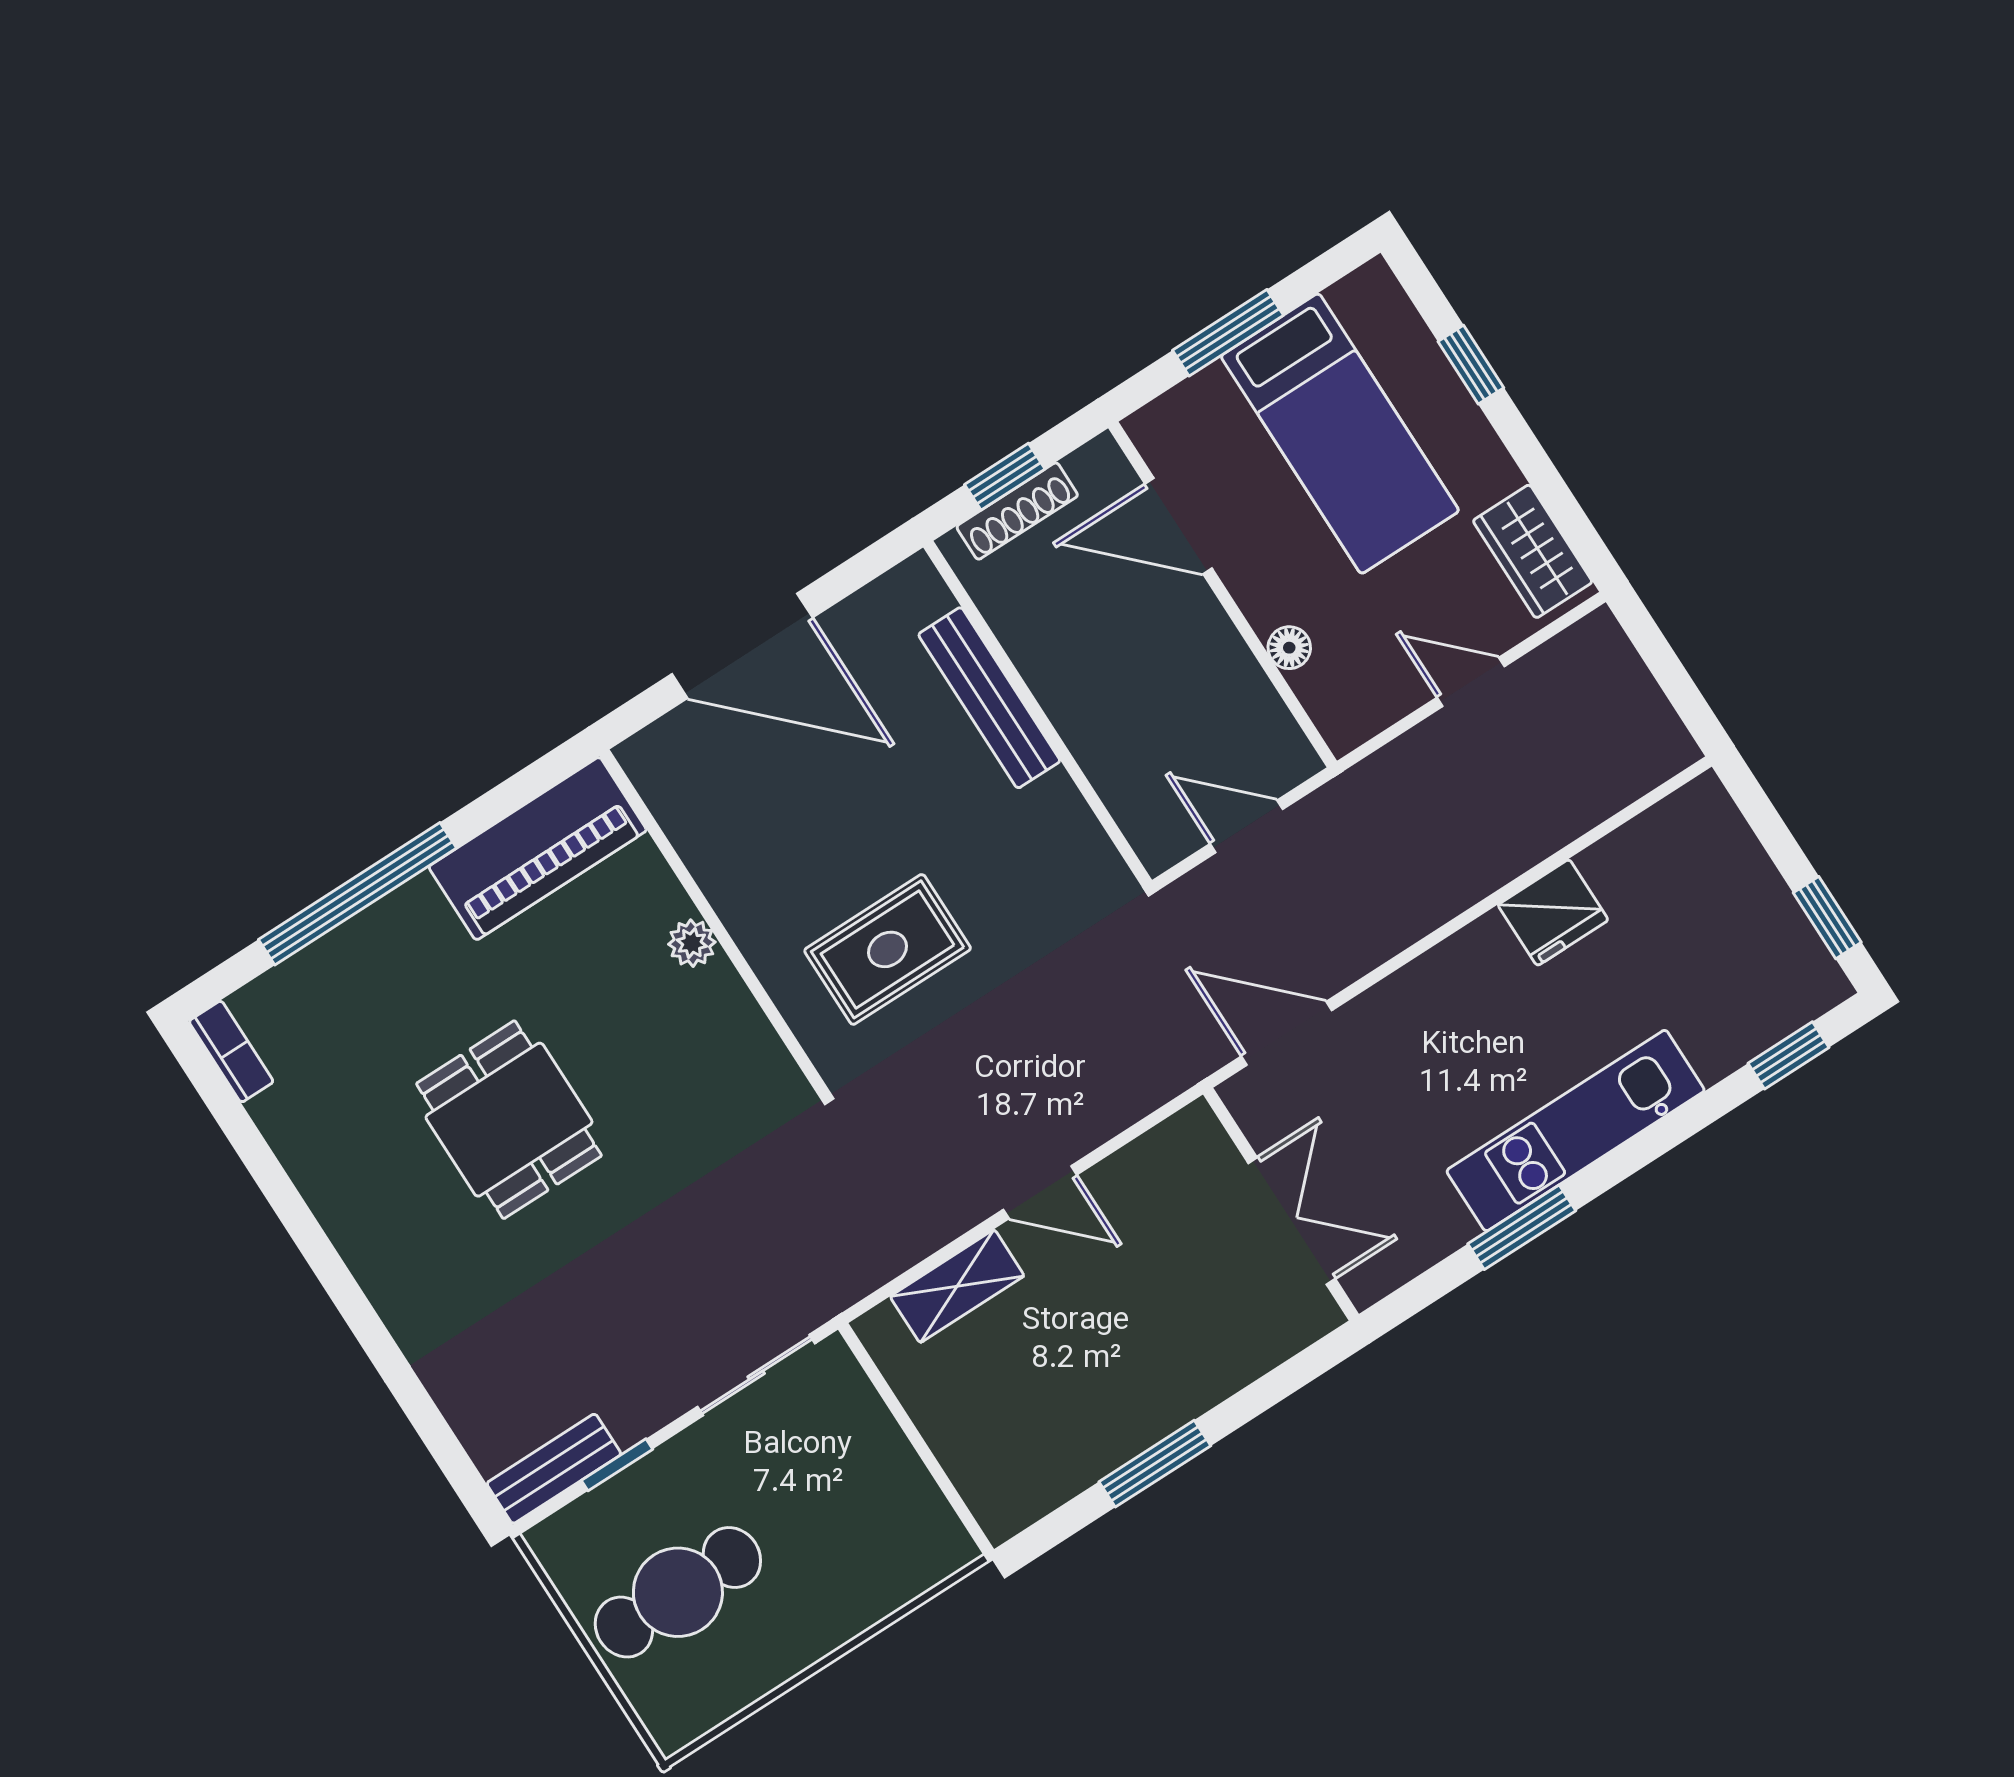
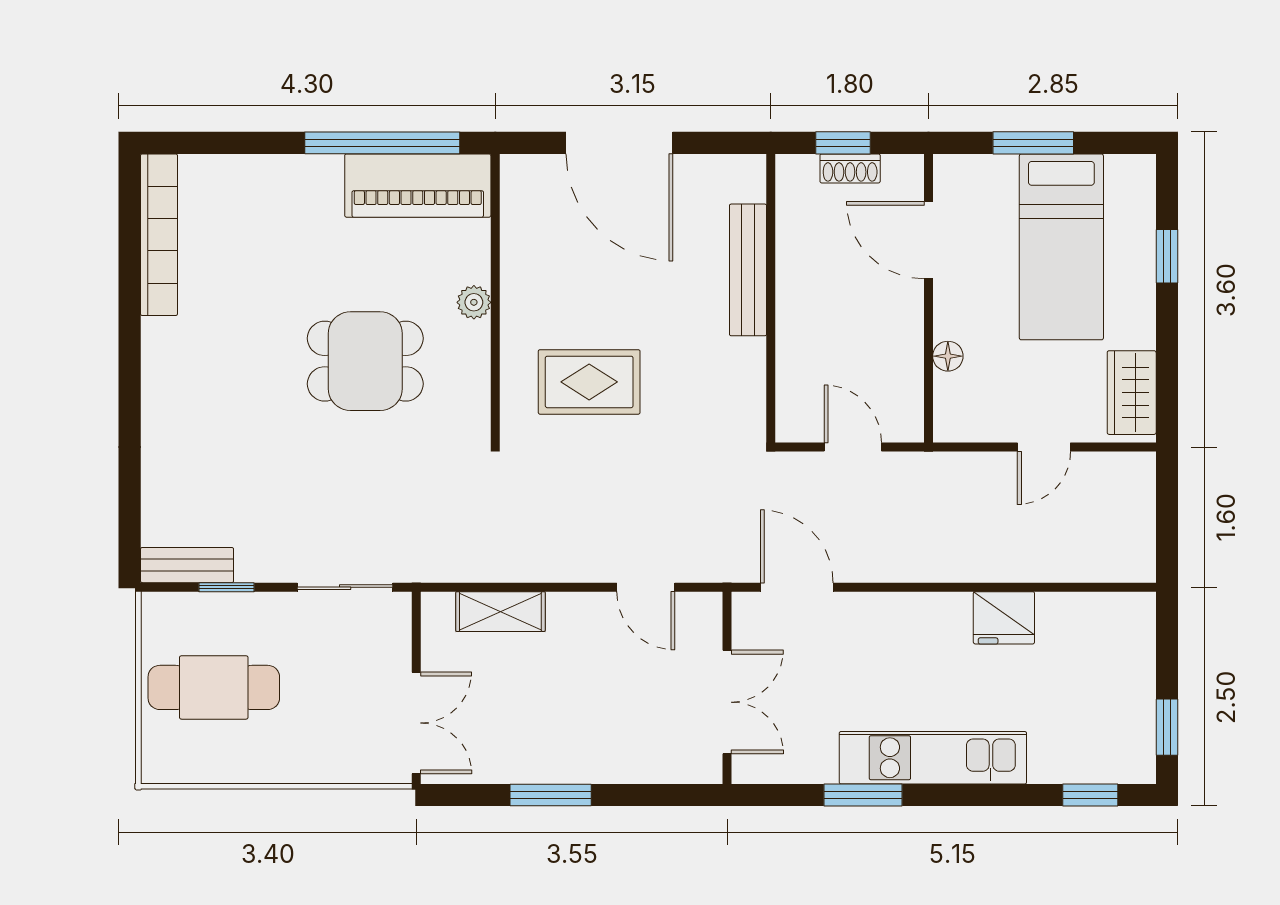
shoe rack: (1017, 511) -> (850, 168), width x0.70
door: (1471, 682) -> (1044, 447), swing flipped
window: (357, 894) -> (382, 143), moved
bookcase: (231, 1052) -> (159, 235), width x2.31, depth x1.31
dining table: (509, 1120) -> (365, 361), moved, turned 90
door: (1040, 1192) -> (646, 587), moved
double door: (943, 1481) -> (416, 723), added

